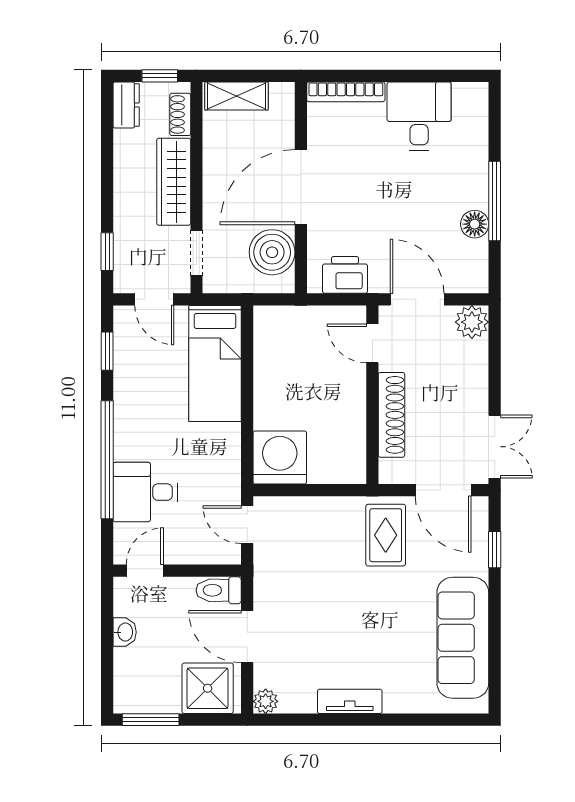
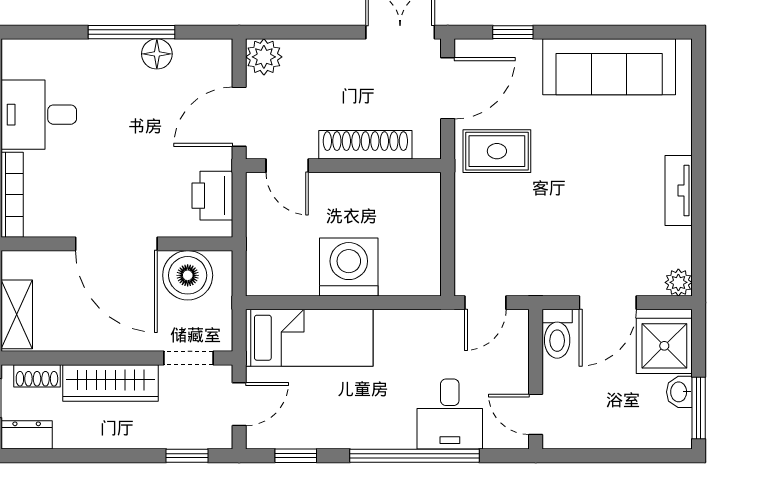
door: (372, 343) -> (287, 166), hinge flipped
washing machine: (280, 458) -> (349, 267), moved, turned 90
washbasin: (125, 632) -> (679, 392), moved, turned -90

